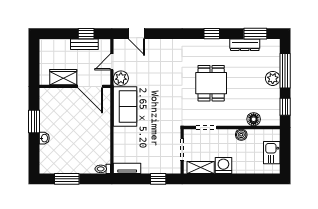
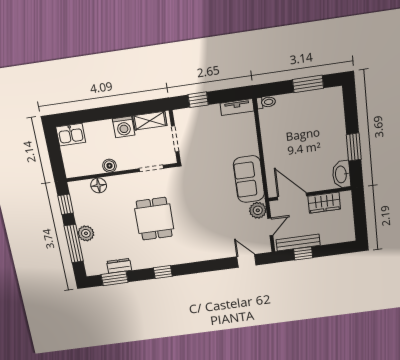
bench: (84, 44) -> (298, 243), width x1.36
dresser: (245, 45) -> (119, 266), width x0.70
washbasin: (44, 138) -> (341, 174), moved, width x1.91, depth x1.45
kitchen sink: (272, 153) -> (71, 135), moved, turned 90

